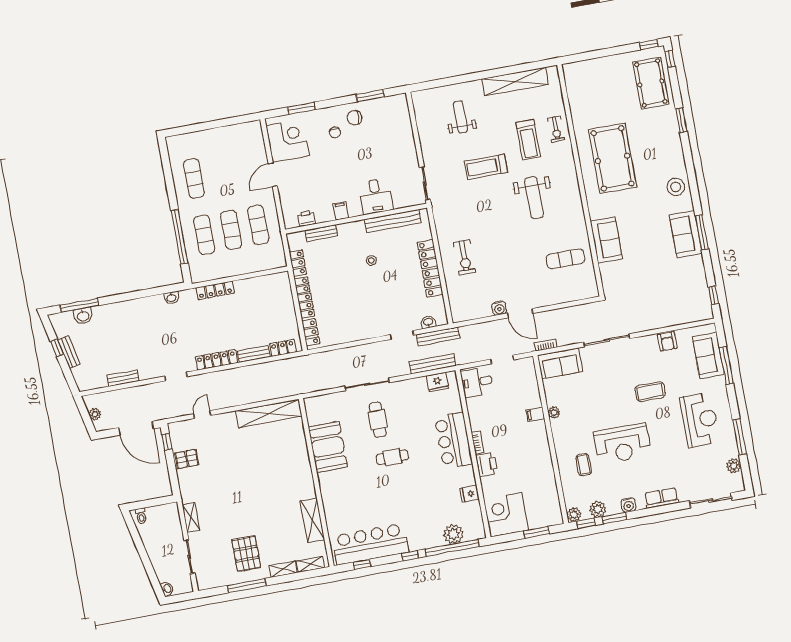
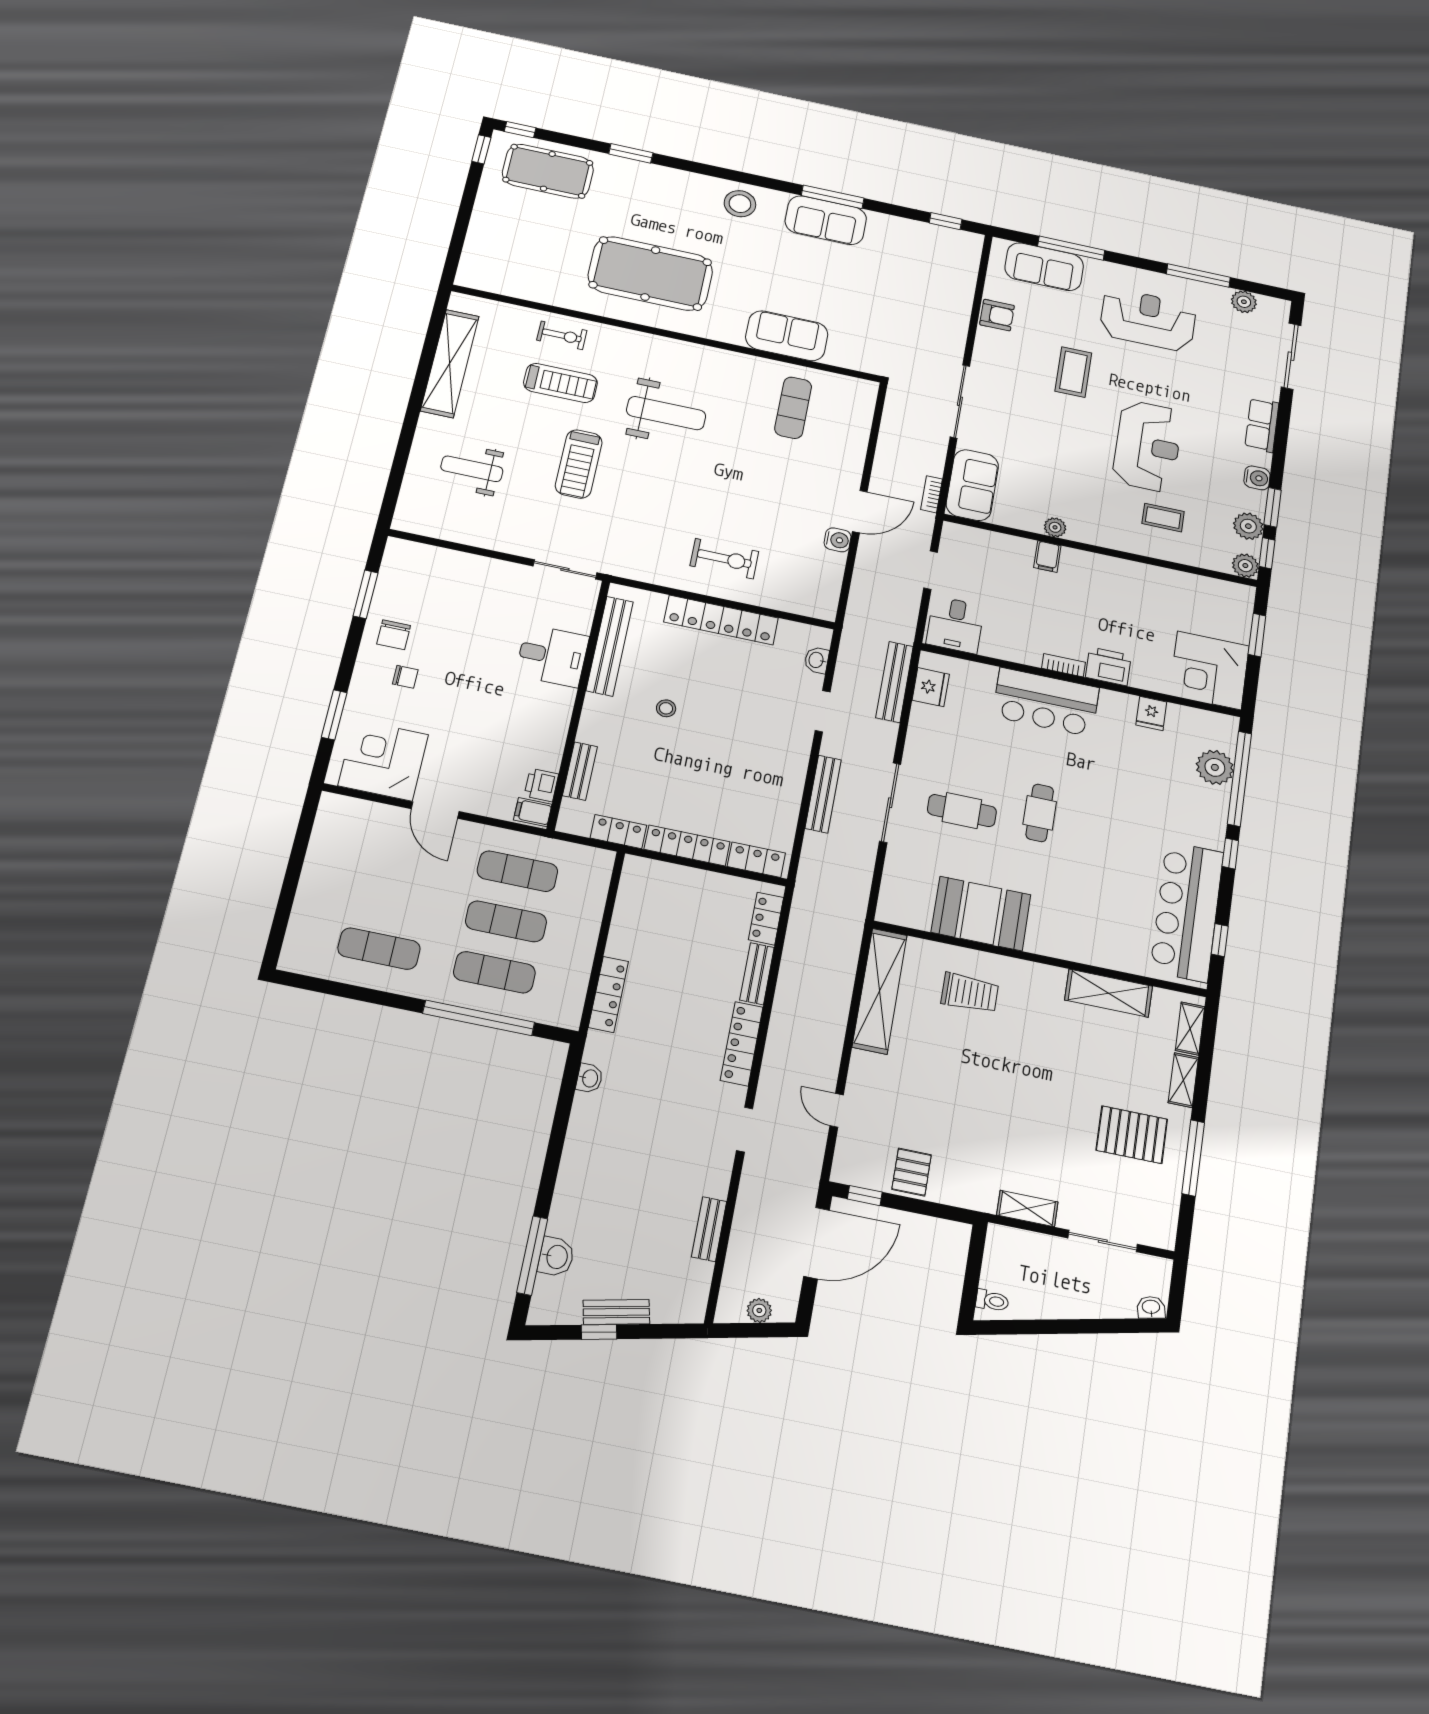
filing cabinet: (341, 211) -> (533, 812), moved
bench: (438, 336) -> (823, 794), moved
trolley: (285, 455) -> (970, 993), added

